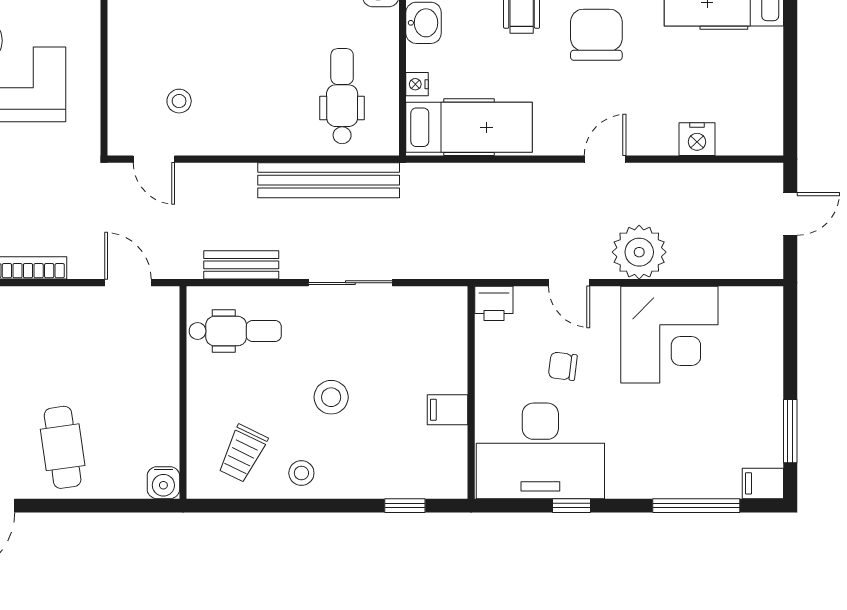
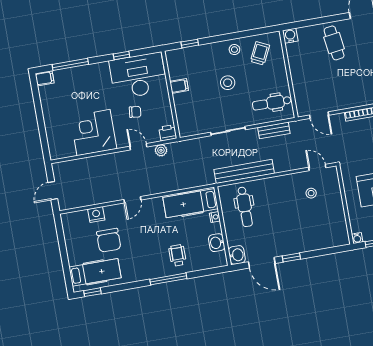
chair: (596, 35) -> (109, 240), moved
plant: (639, 252) -> (161, 150), moved, width x0.53, depth x0.53
window: (790, 431) -> (37, 102), removed

